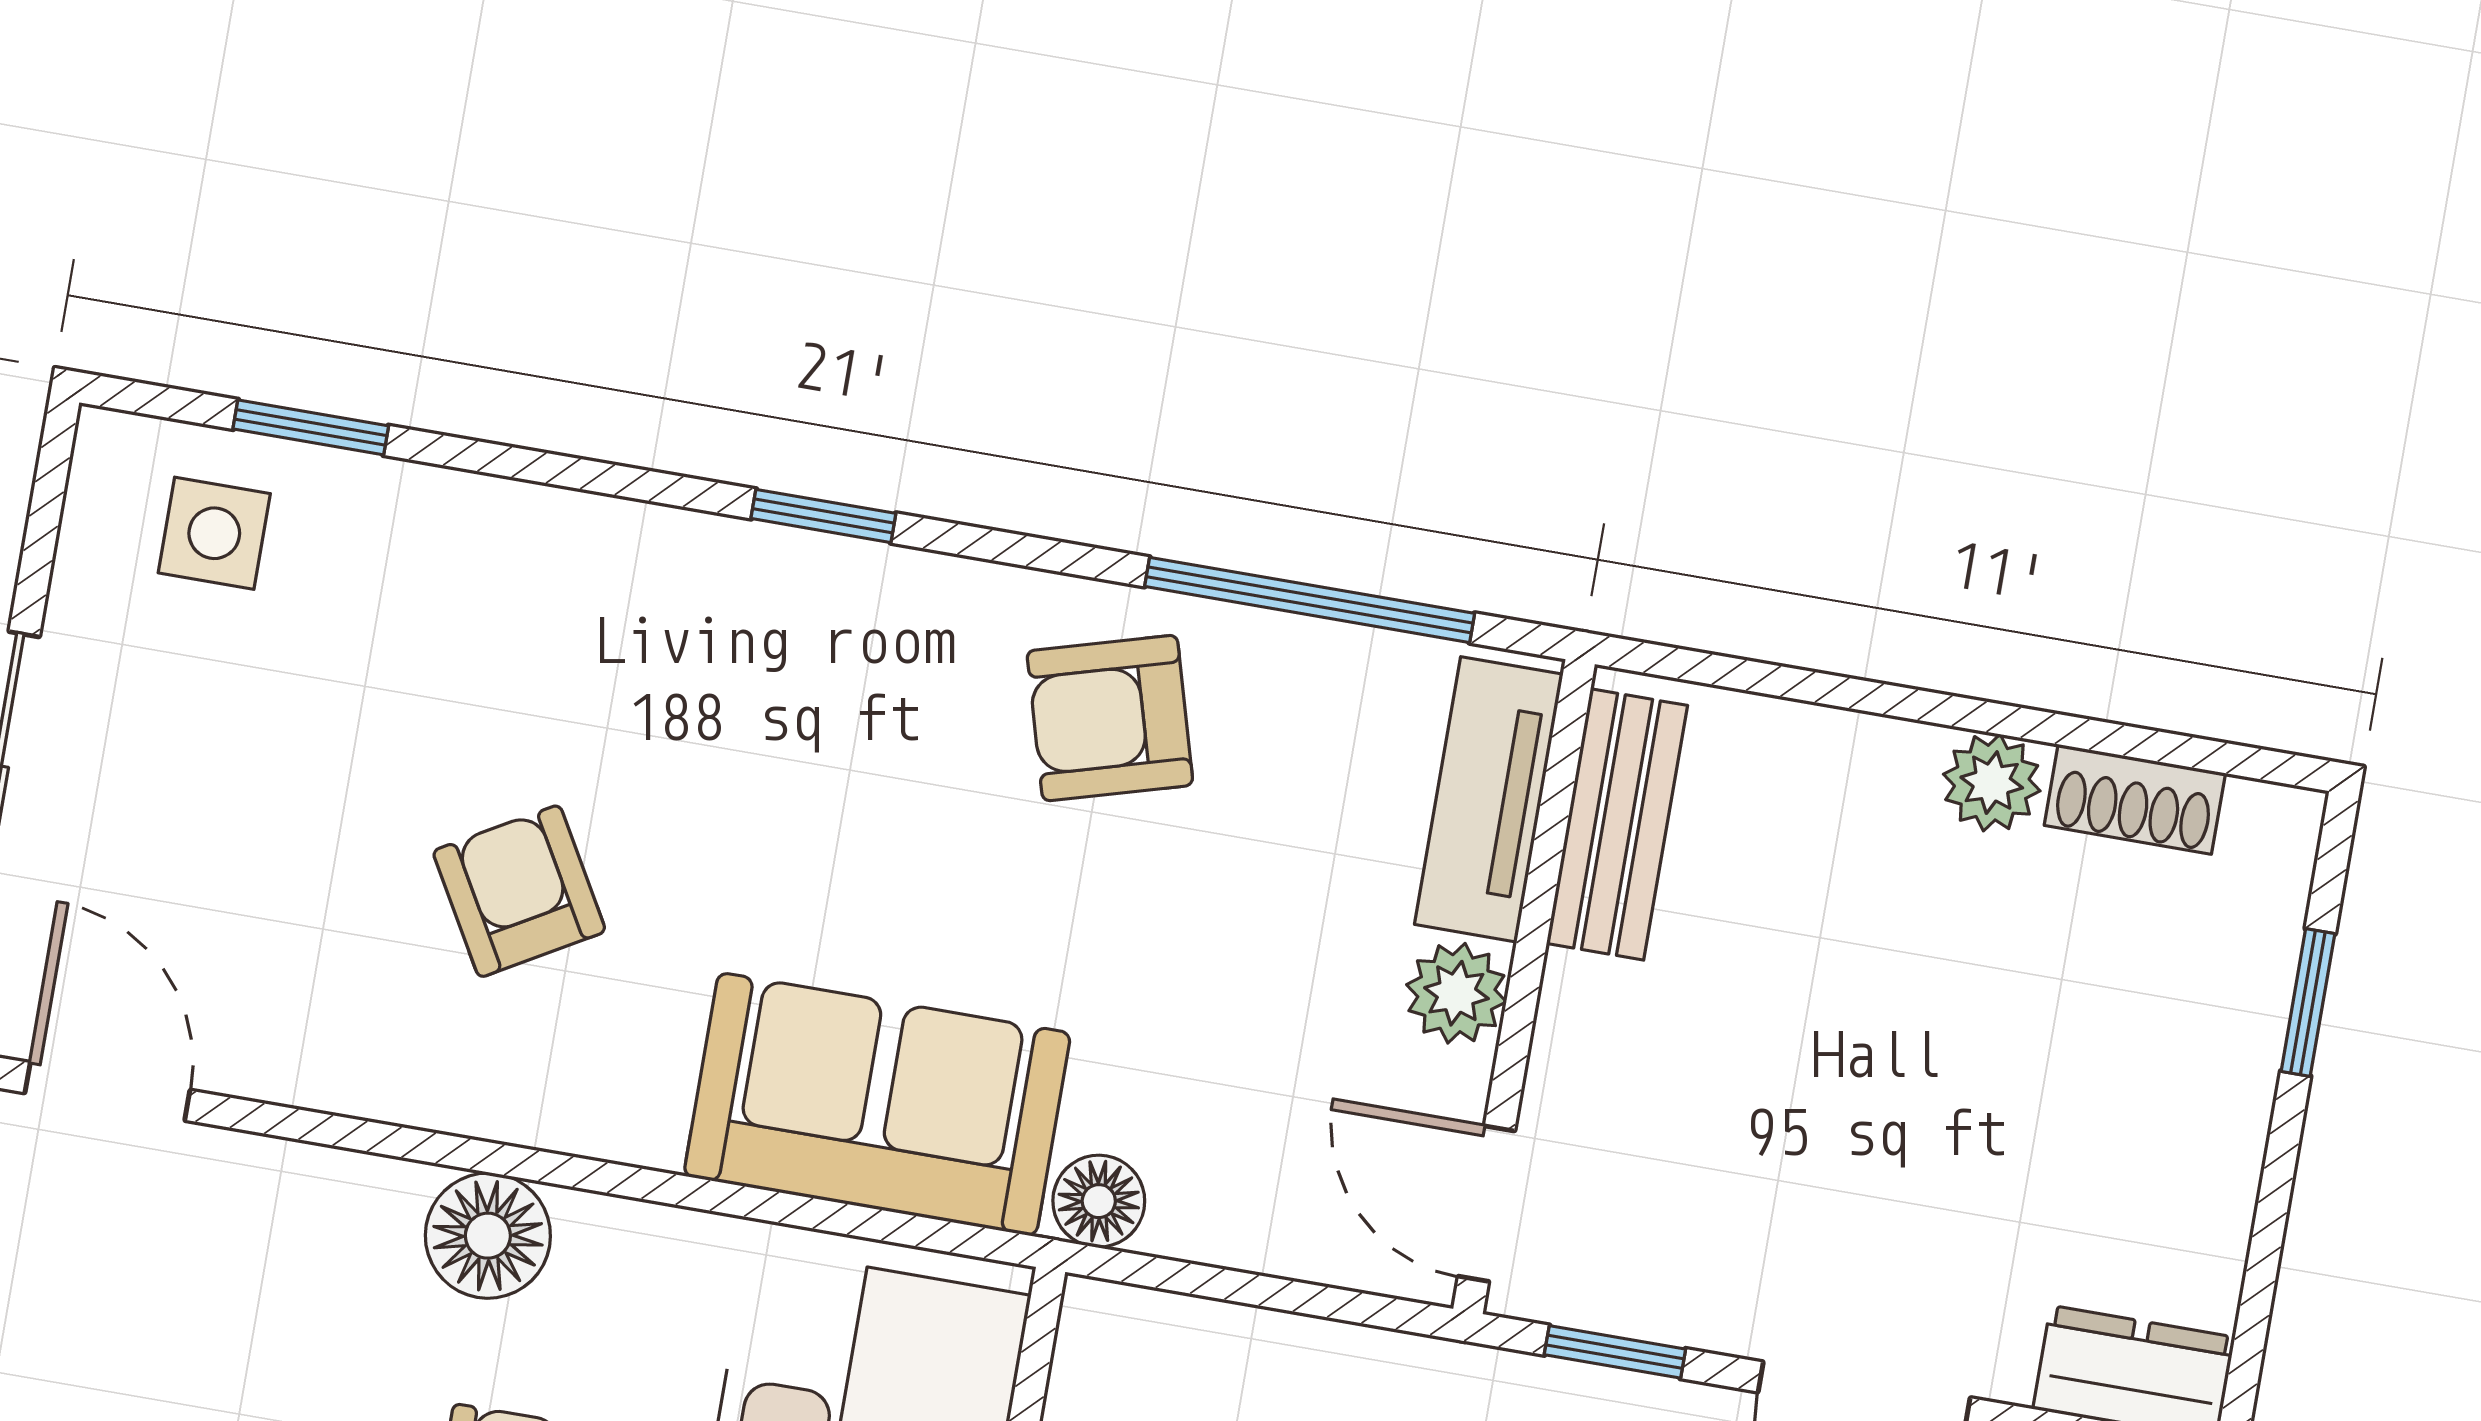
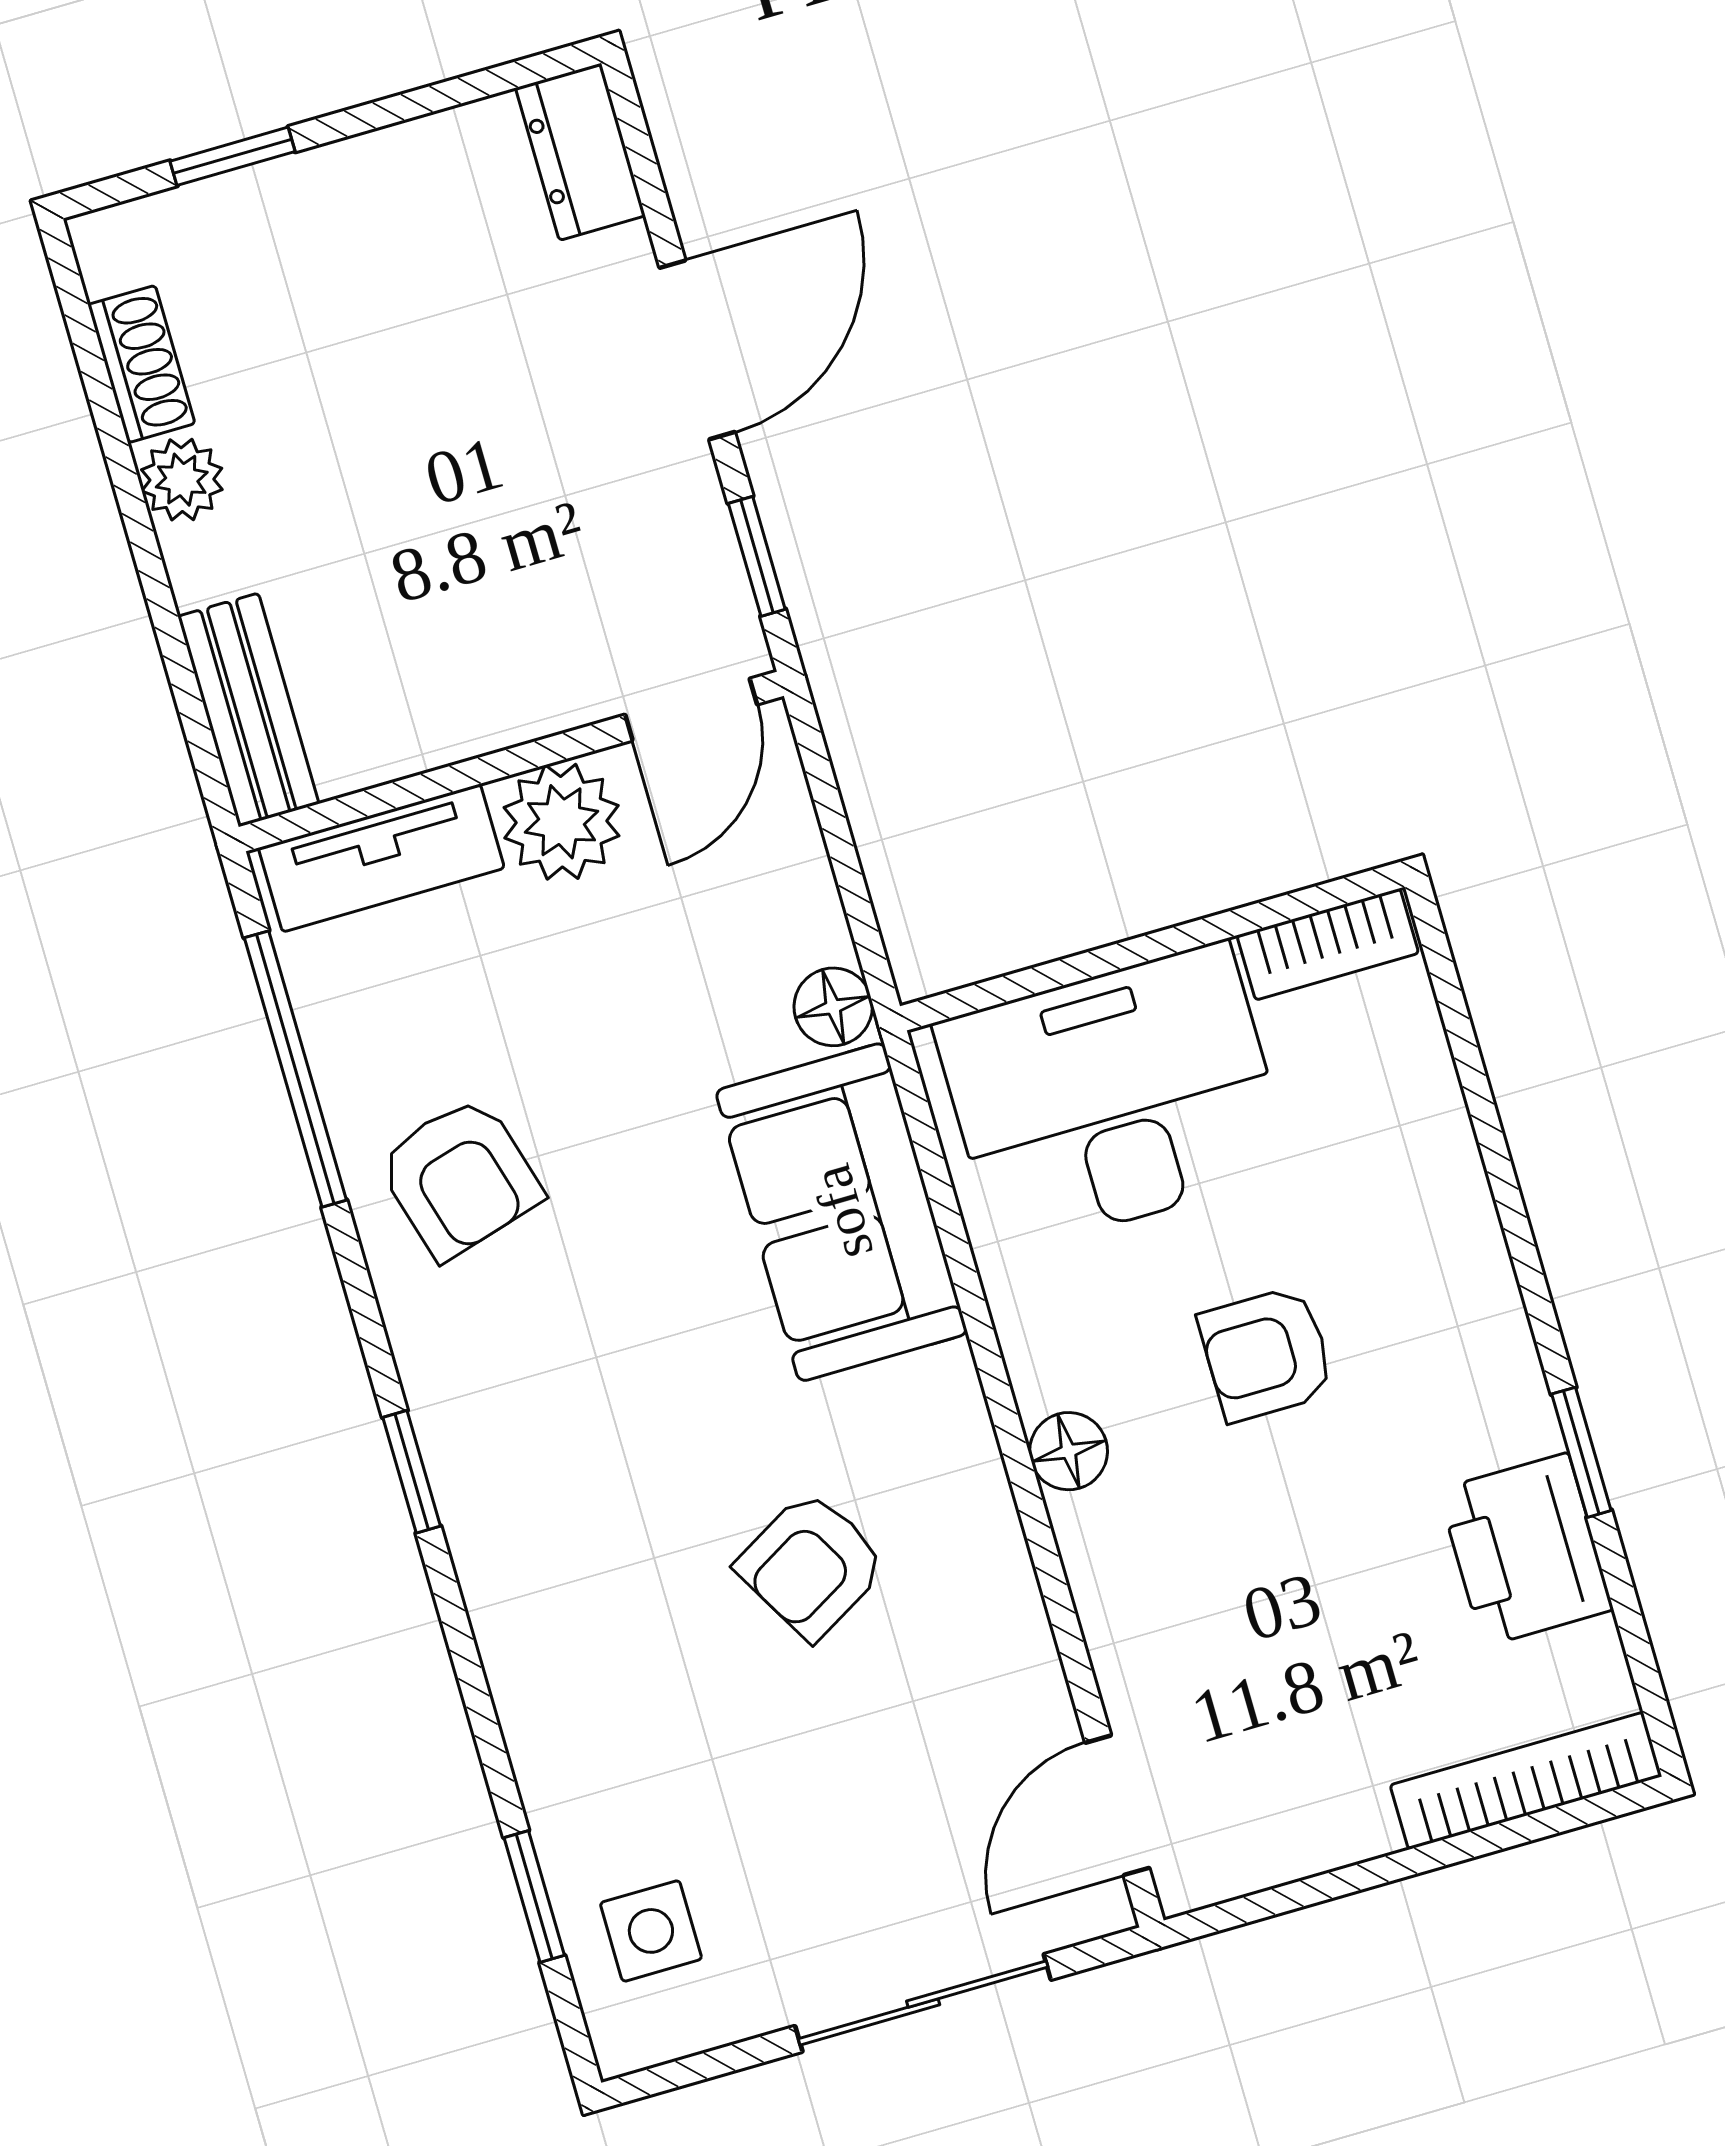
bench: (1617, 824) -> (248, 710), moved, turned 90
plant: (1456, 993) -> (562, 822), width x1.38, depth x1.38
floor lamp: (488, 1236) -> (1069, 1451), width x0.73, depth x0.73

